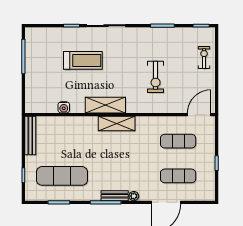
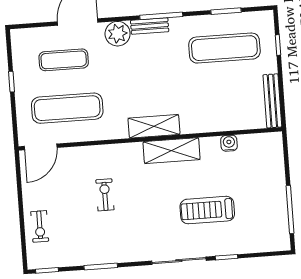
exercise bike: (156, 77) -> (105, 195), width x0.73, depth x0.72
exercise mat: (178, 141) -> (67, 108), width x1.36, depth x1.45
plant: (134, 196) -> (118, 34), width x1.88, depth x1.88

